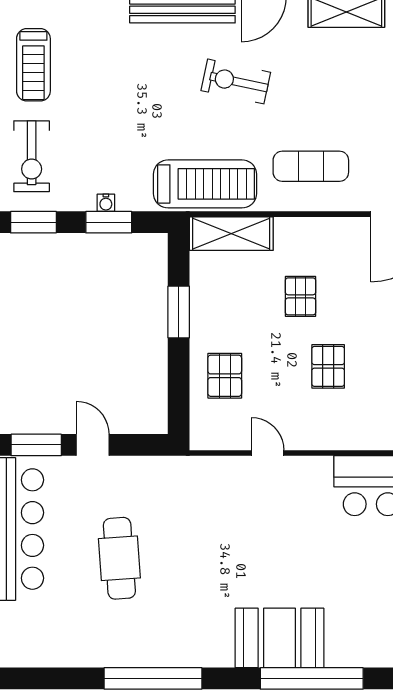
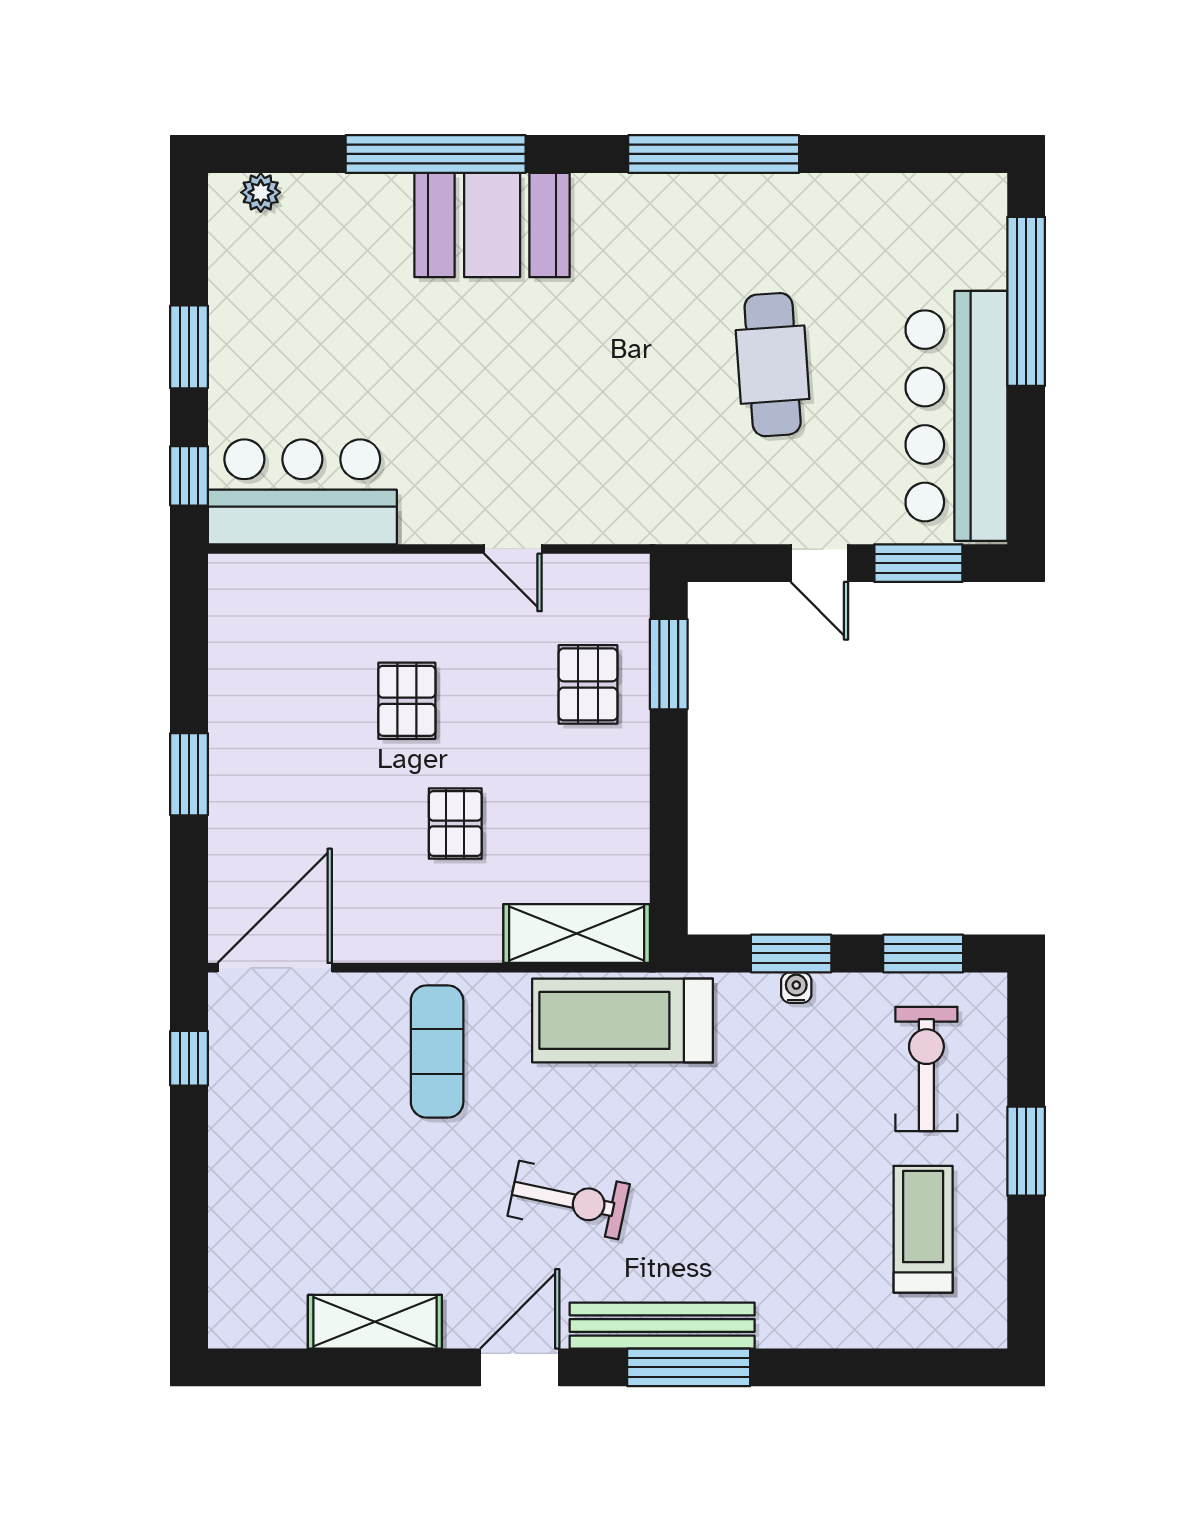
exercise mat: (311, 166) -> (437, 1051), turned 90
window: (179, 312) -> (669, 664), moved

